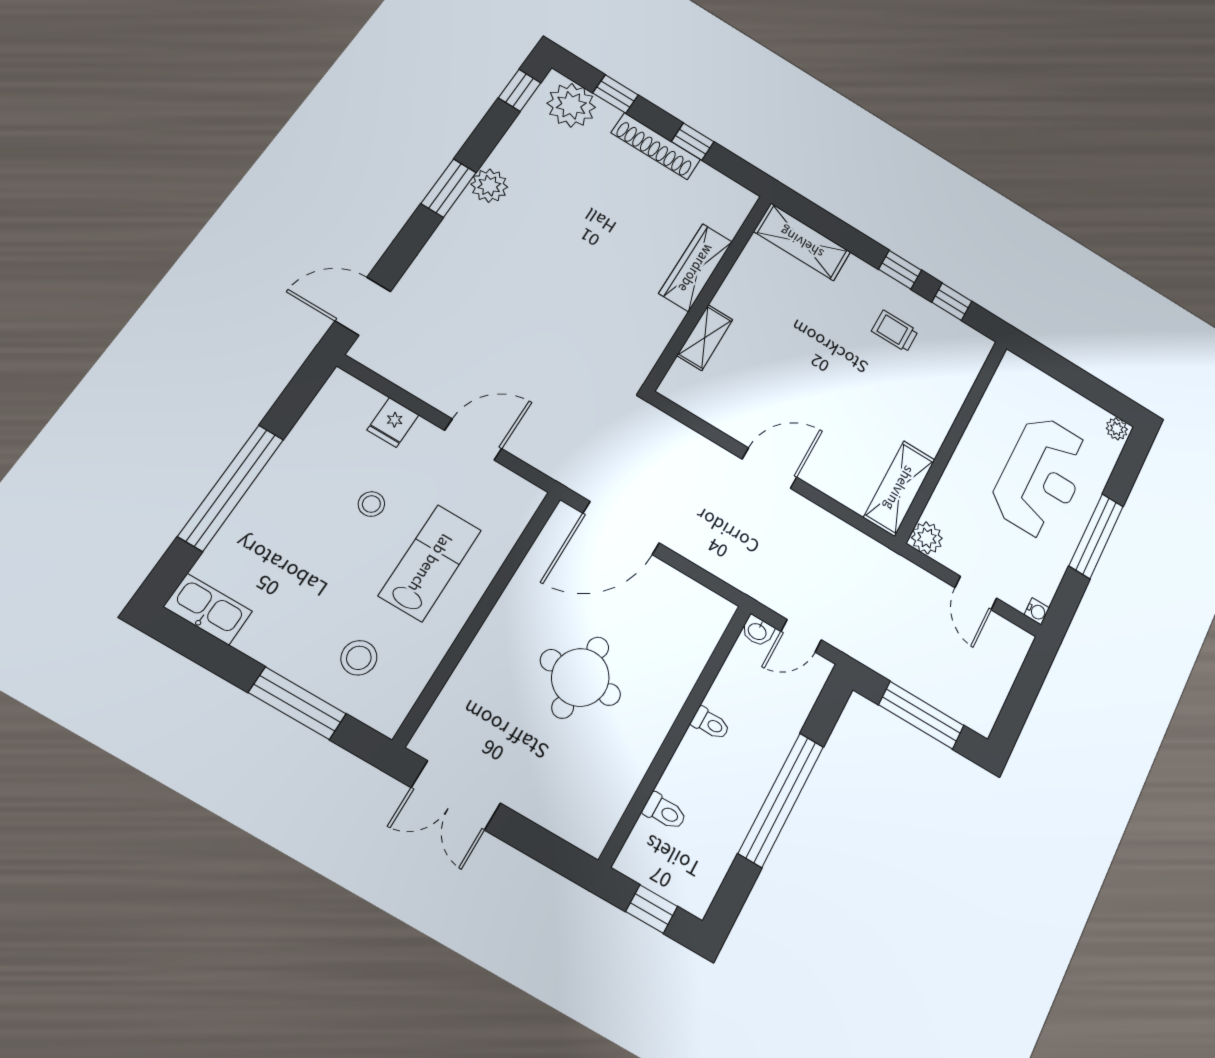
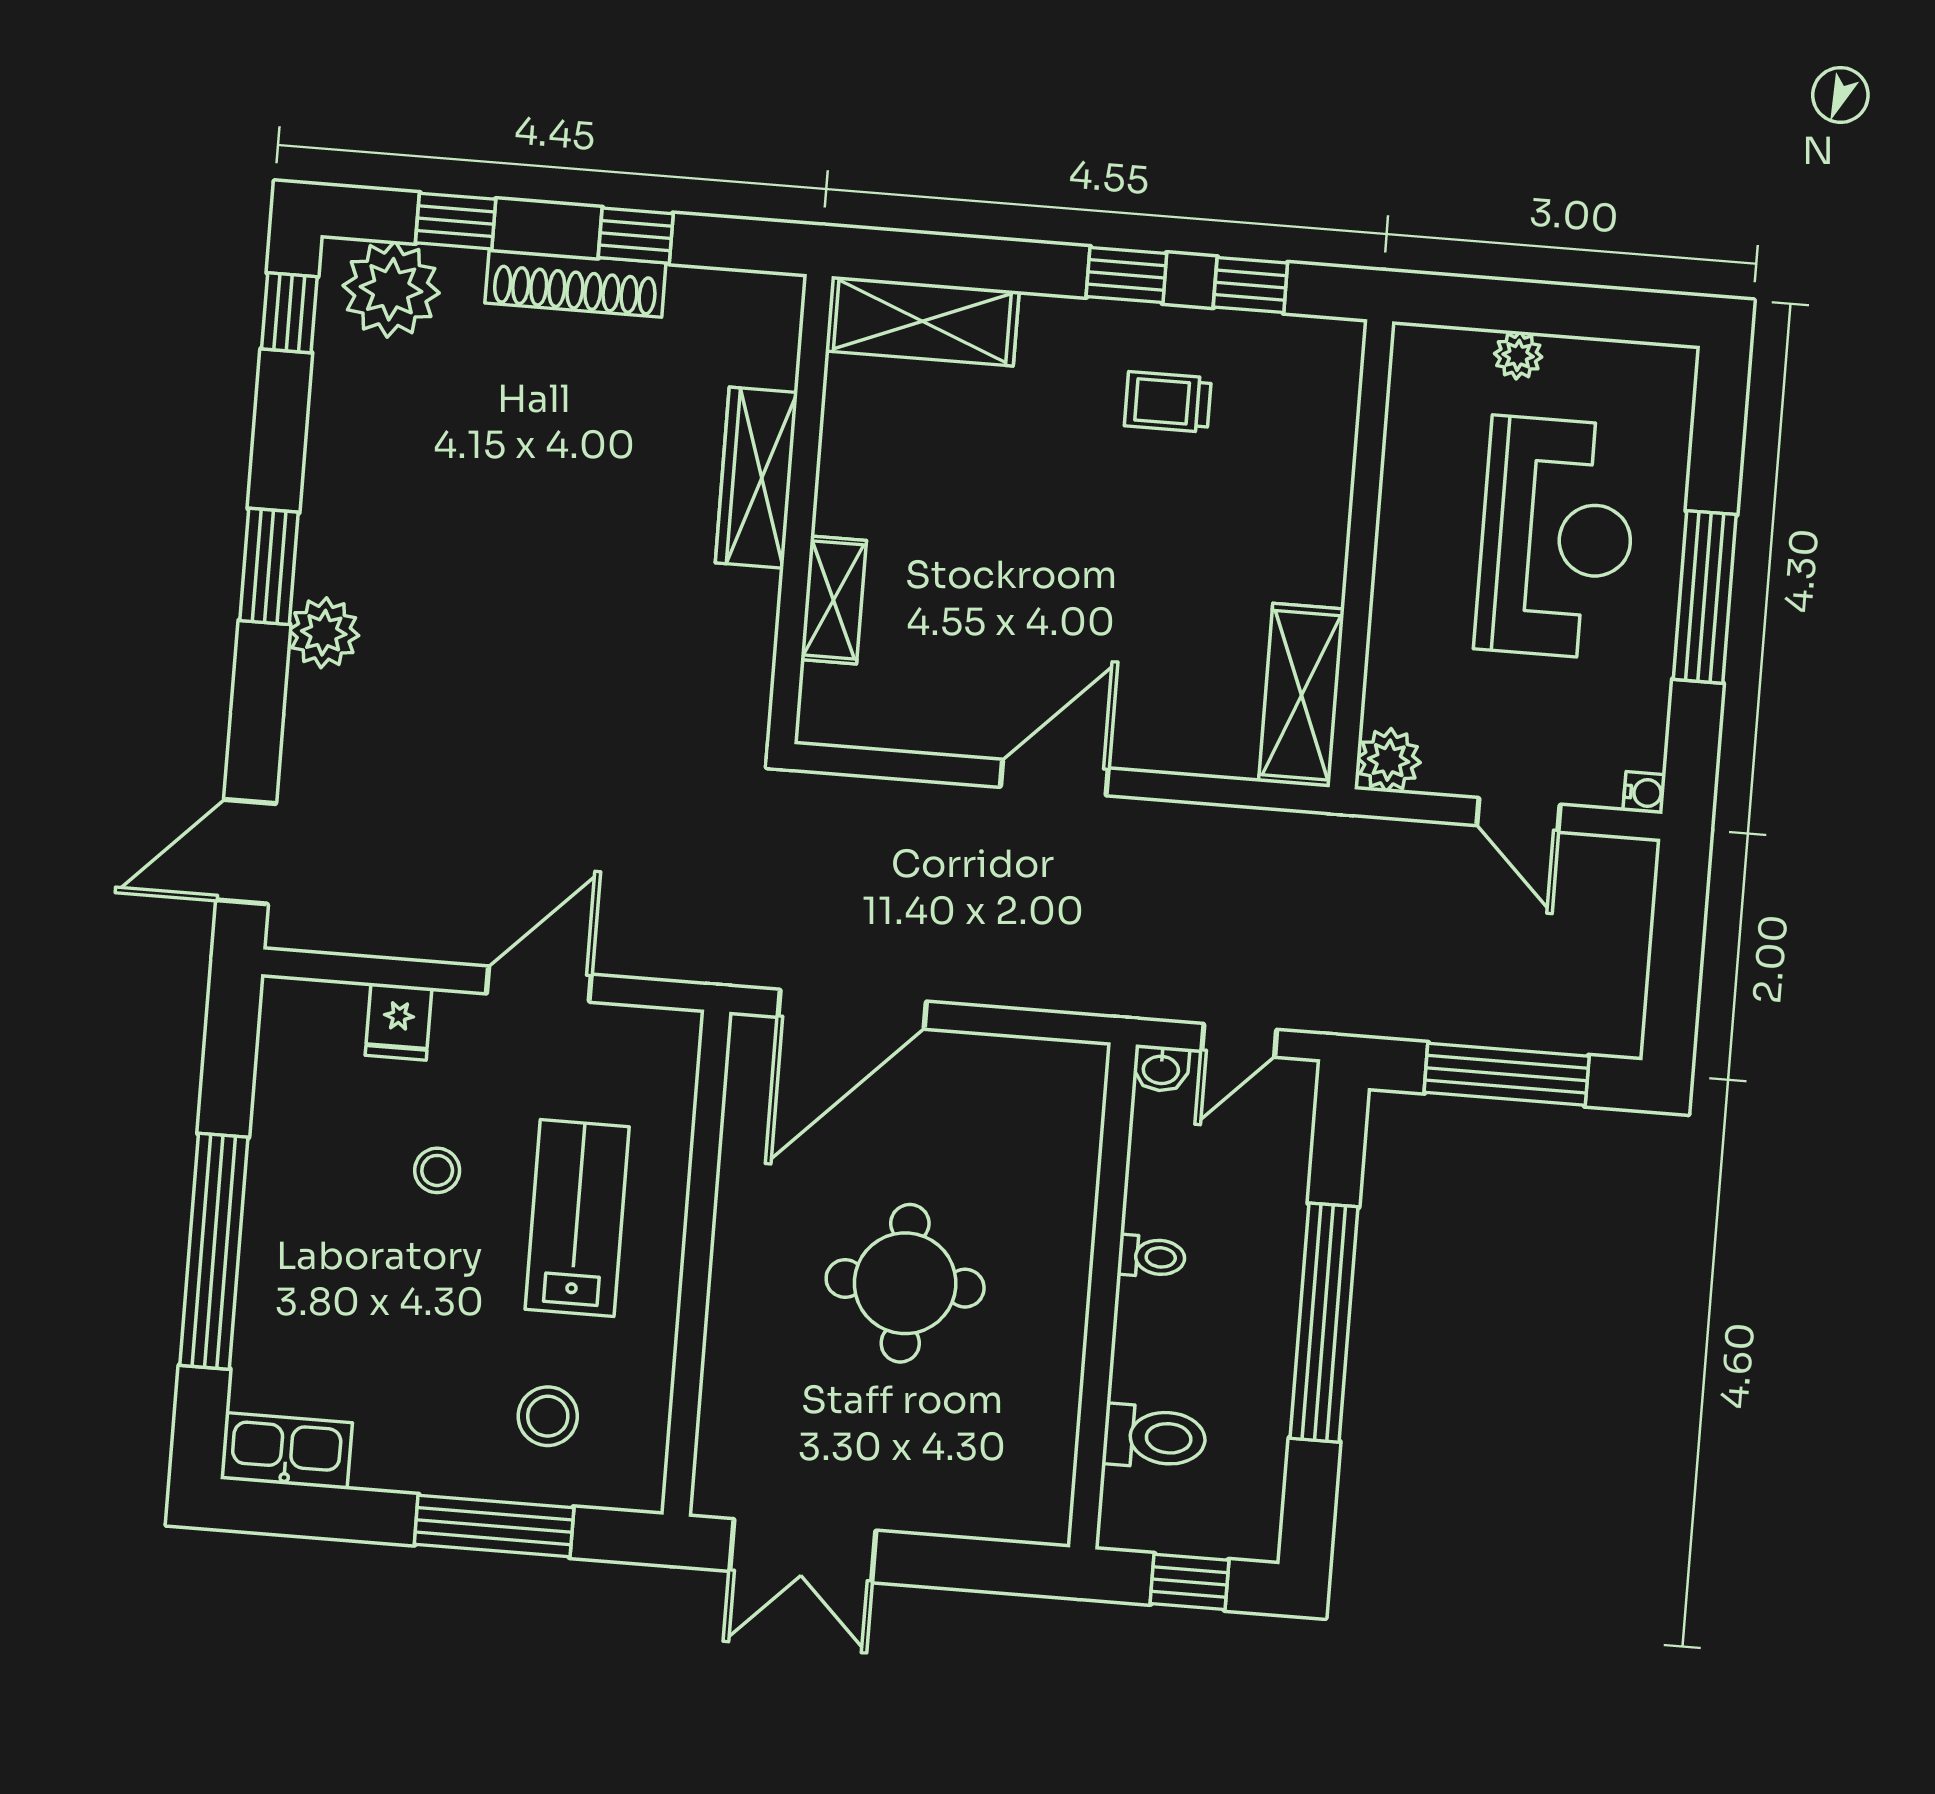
plant: (489, 186) -> (324, 633), moved
plant: (1117, 429) -> (1518, 355), moved
toilet: (665, 812) -> (1155, 1437), width x1.37, depth x1.39

